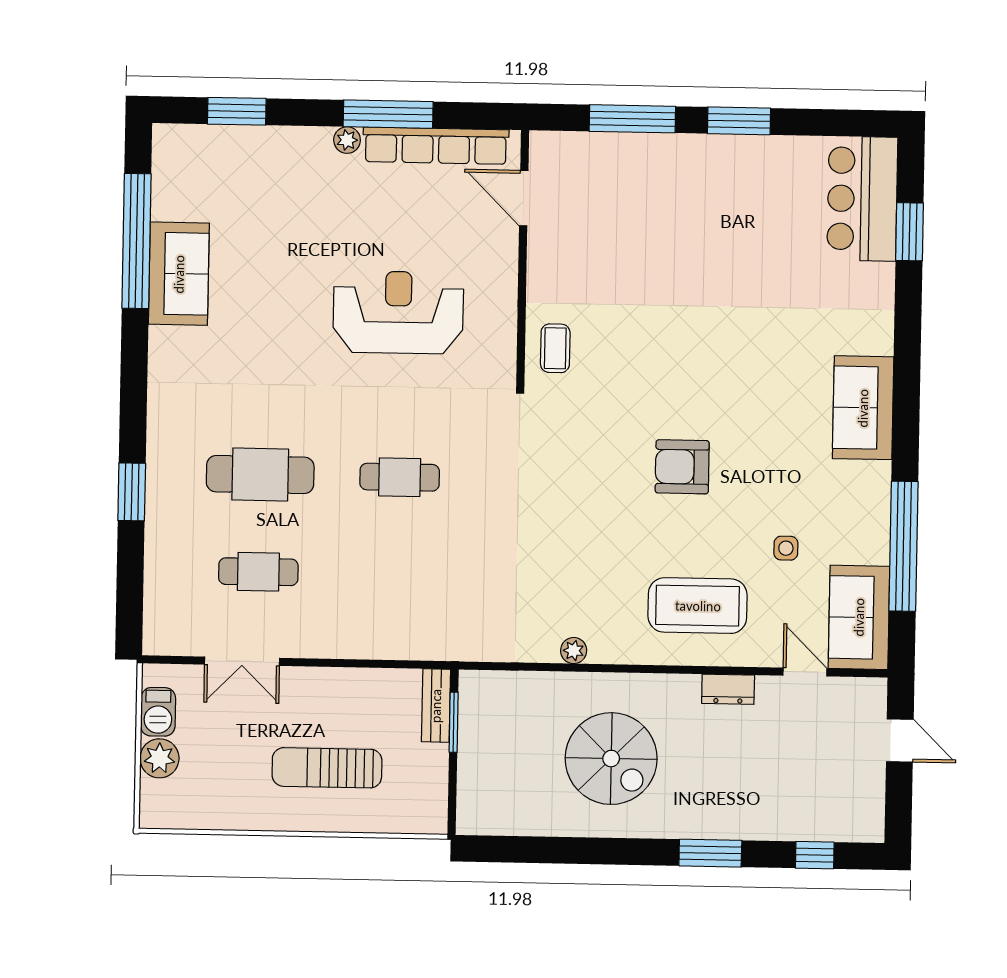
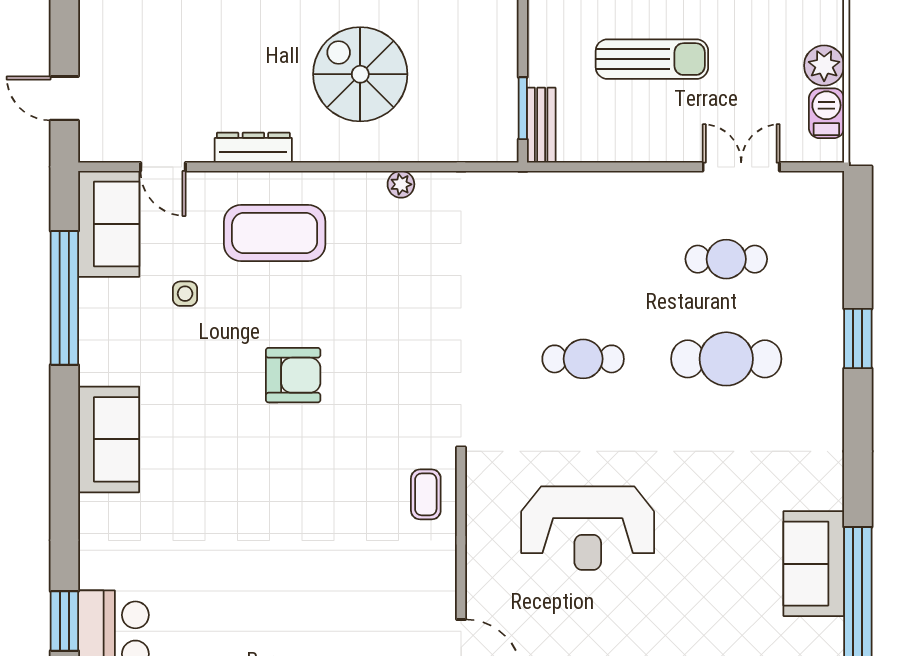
dresser: (728, 689) -> (253, 148), width x1.44

